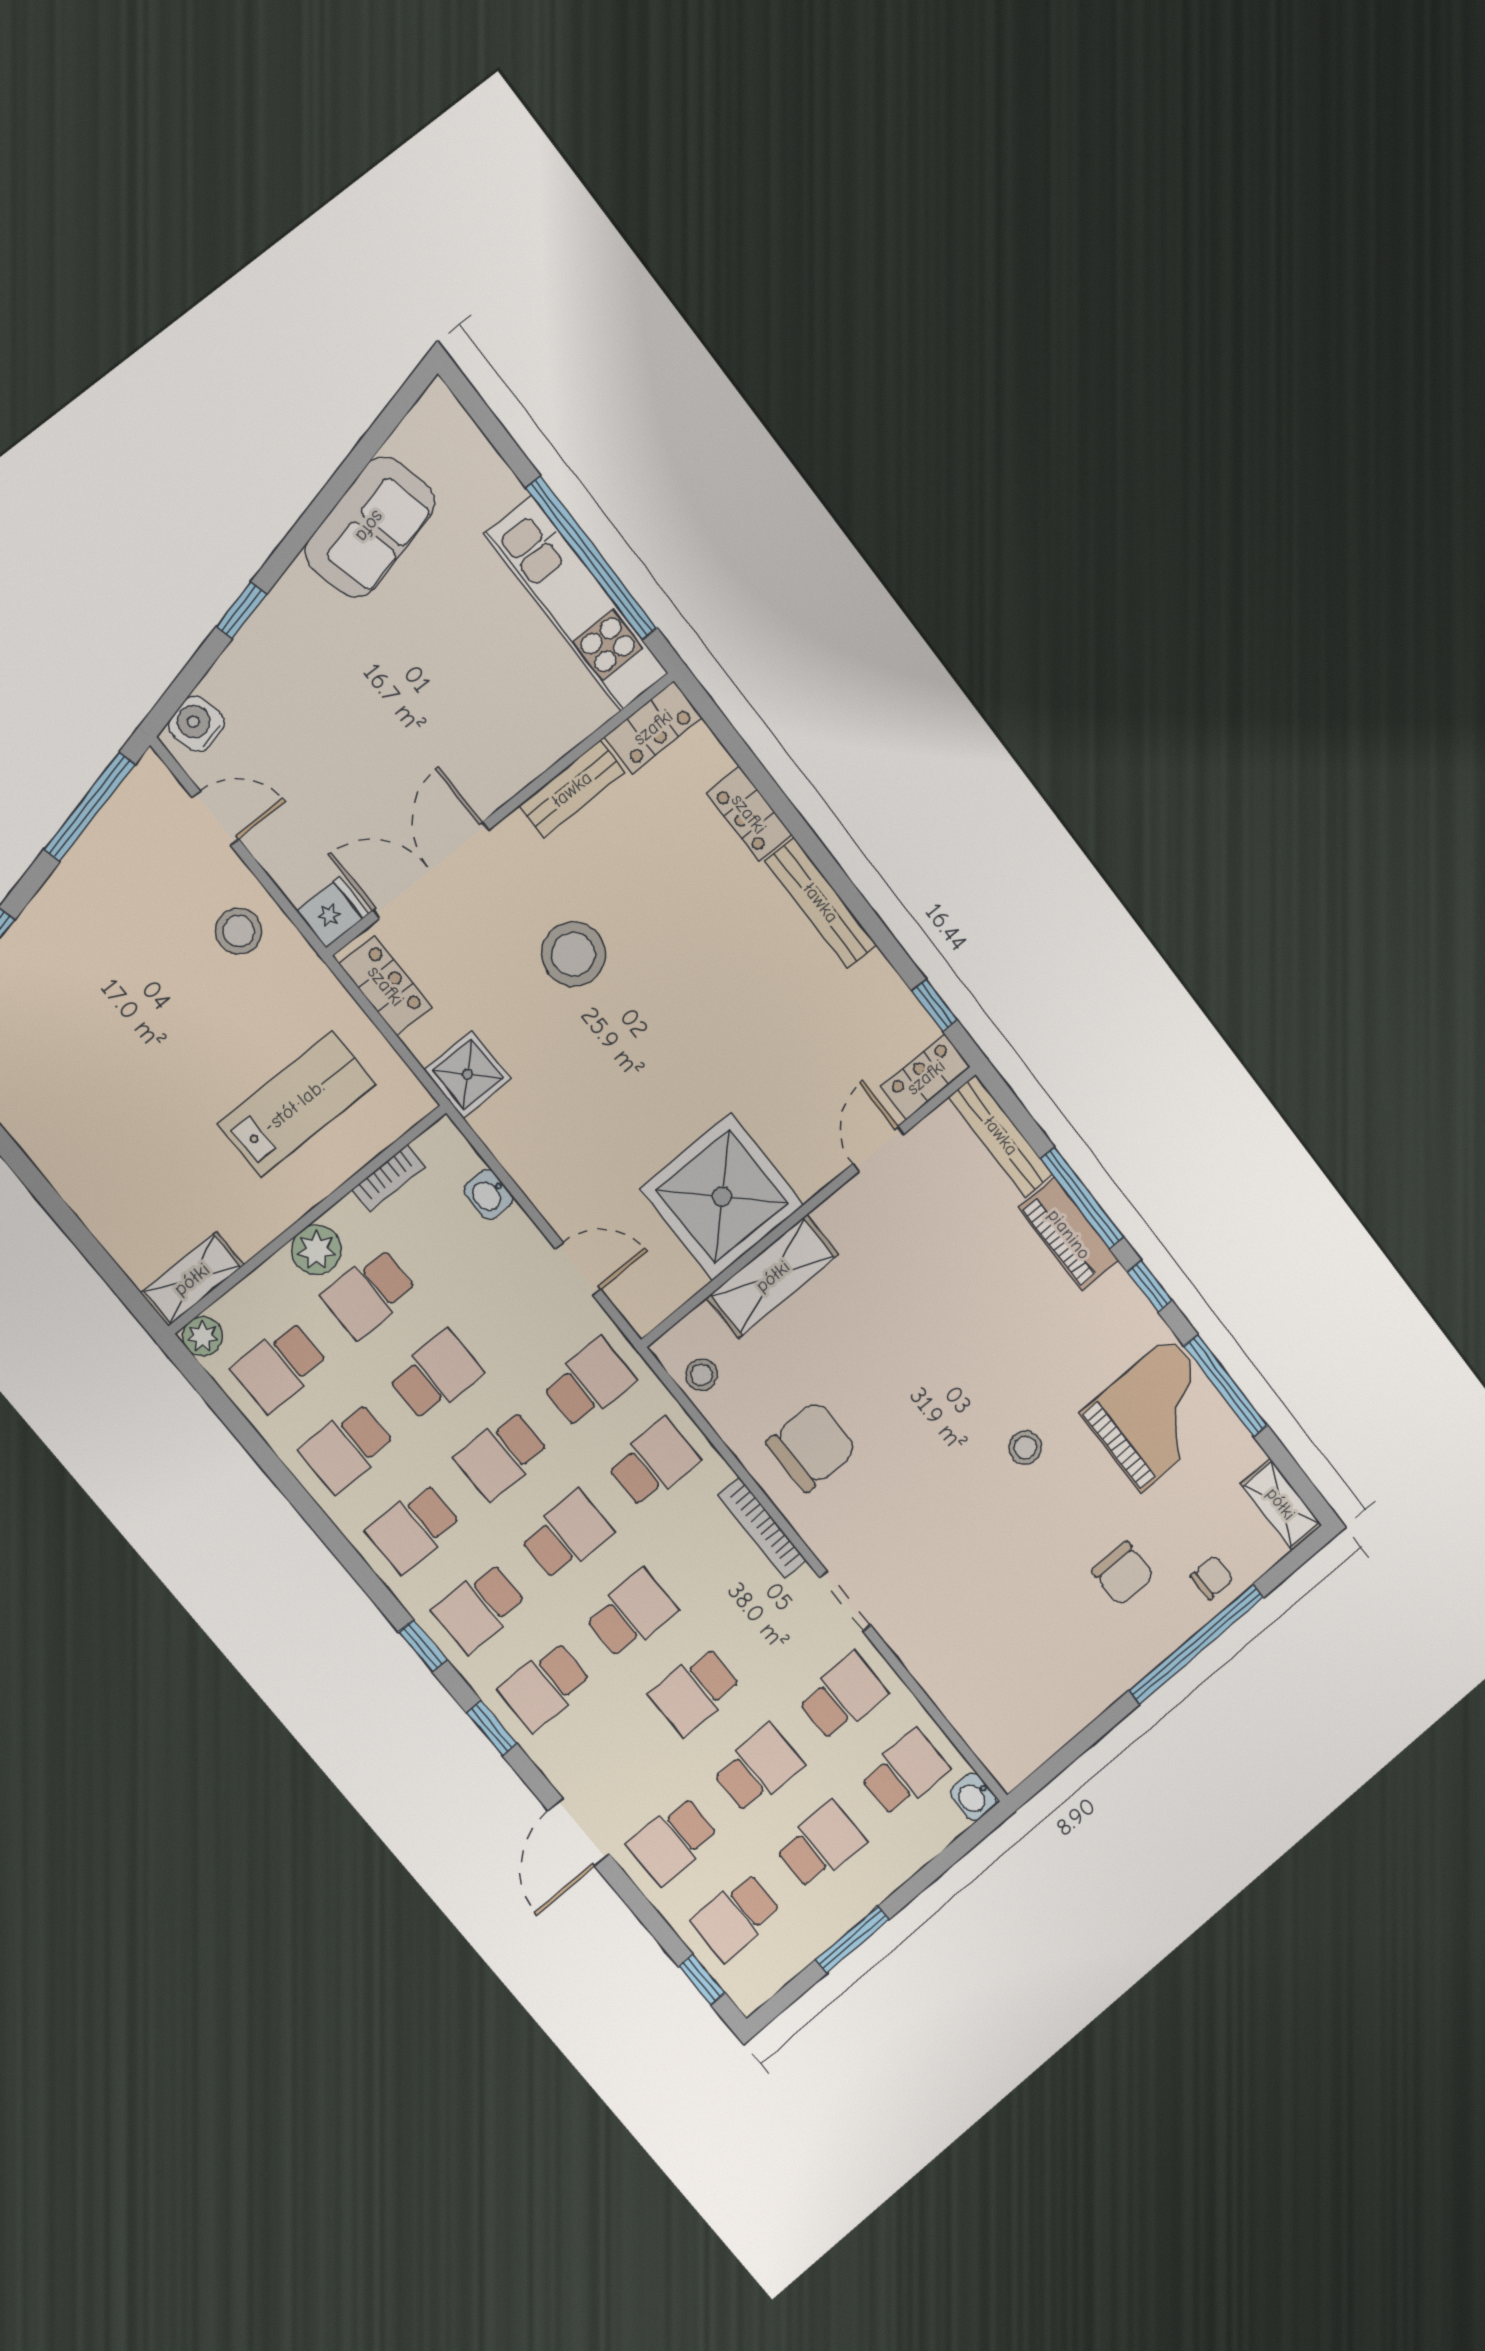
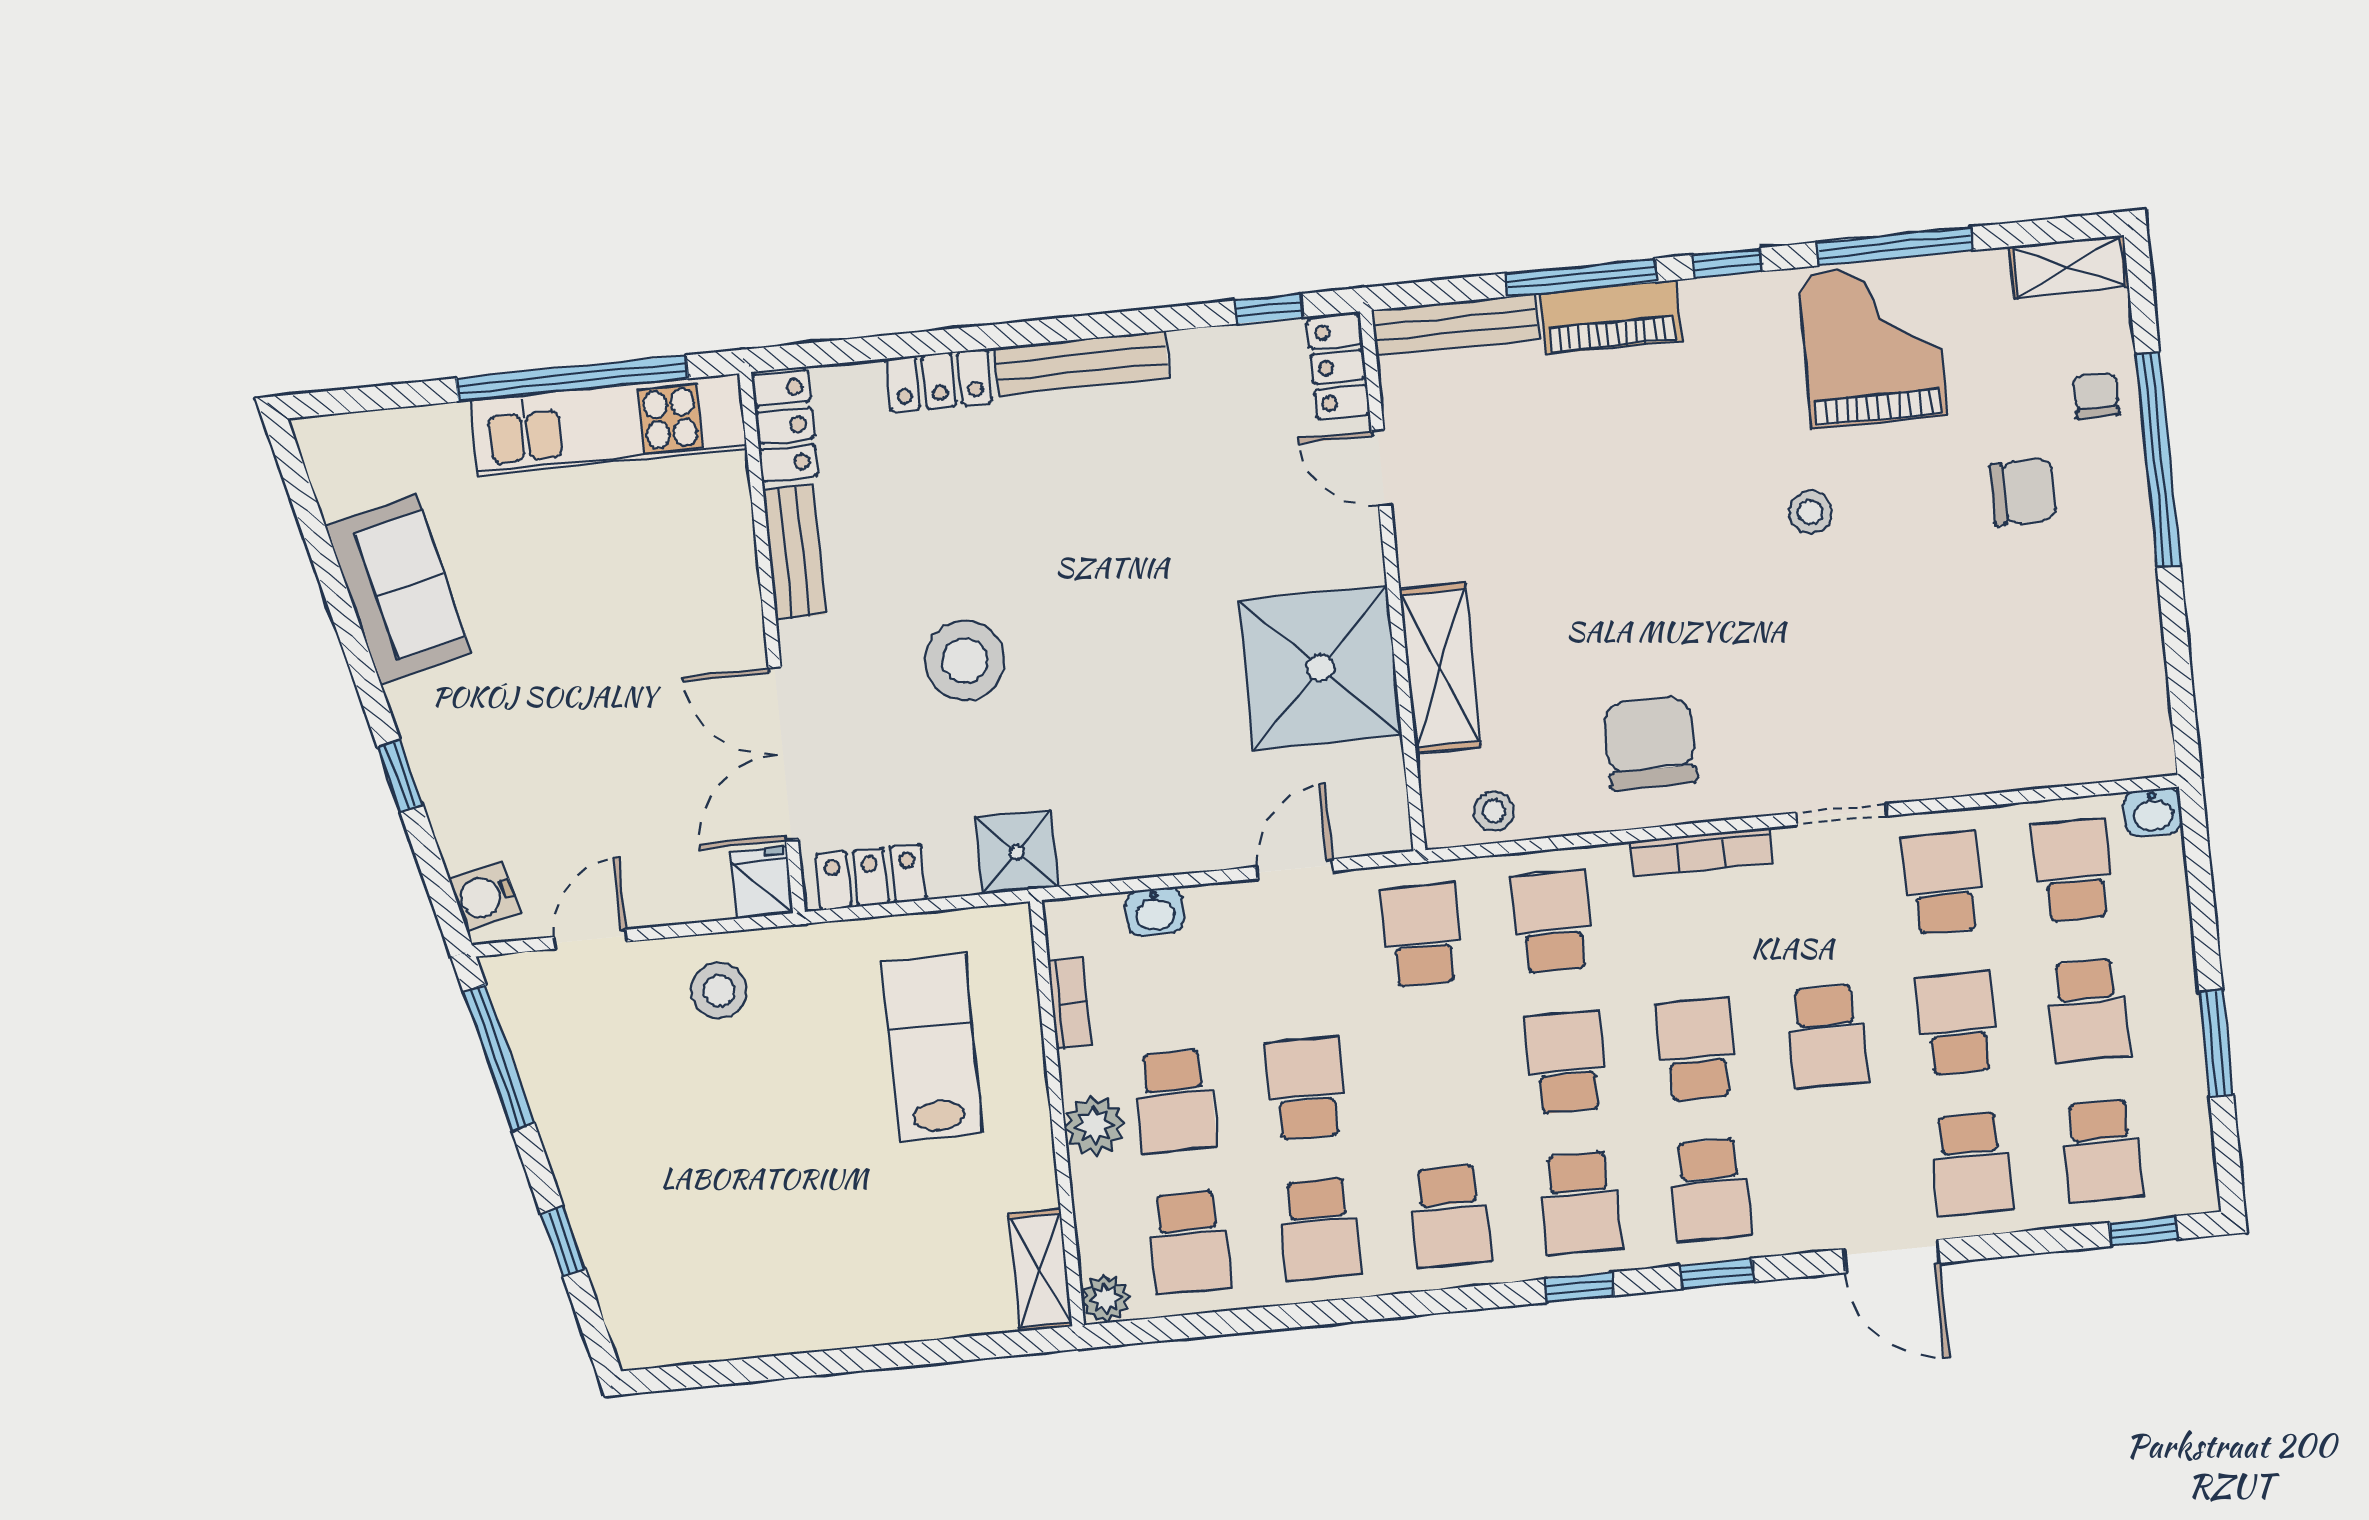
school desk: (502, 1455) -> (1436, 1075), removed
school desk: (821, 1845) -> (2088, 1010), turned 180

